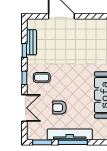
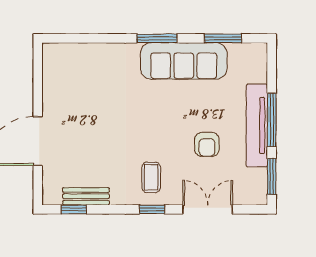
window: (24, 50) -> (74, 209), moved

